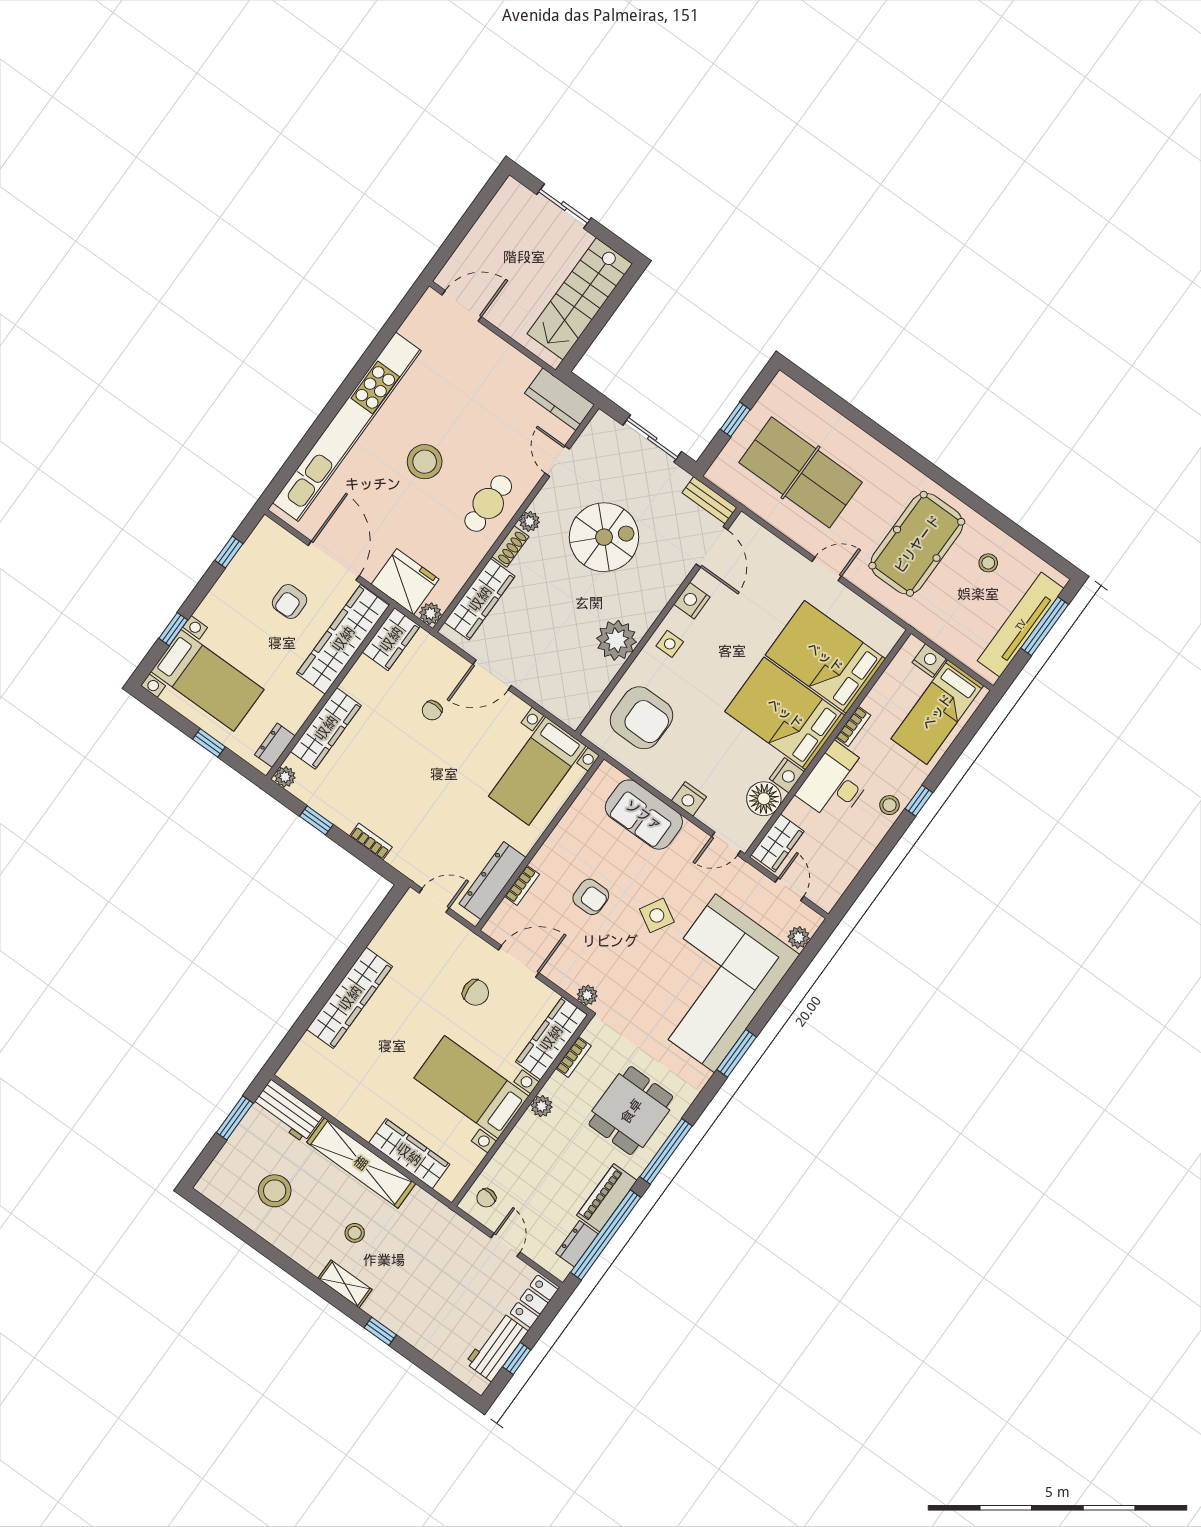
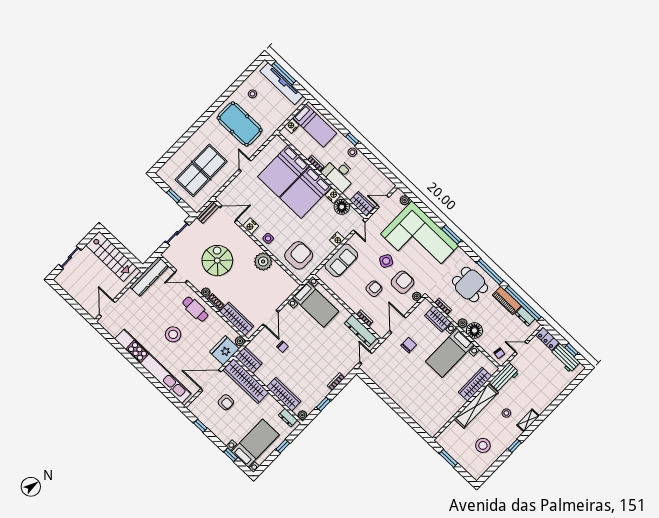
kitchen counter: (560, 399) -> (149, 276), width x1.50
armchair: (614, 959) -> (403, 282), added
wardrobe: (350, 998) -> (403, 401), removed
wardrobe: (551, 1038) -> (438, 319), width x0.67
workbench: (287, 1111) -> (504, 377), moved
floor lamp: (529, 1135) -> (474, 331), added
window: (380, 1331) -> (515, 446), moved

